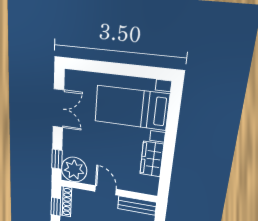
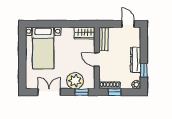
wardrobe: (152, 159) -> (84, 33), moved
plant: (74, 170) -> (75, 81), moved
door: (106, 190) -> (97, 60), hinge flipped

